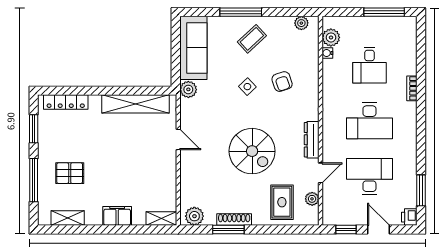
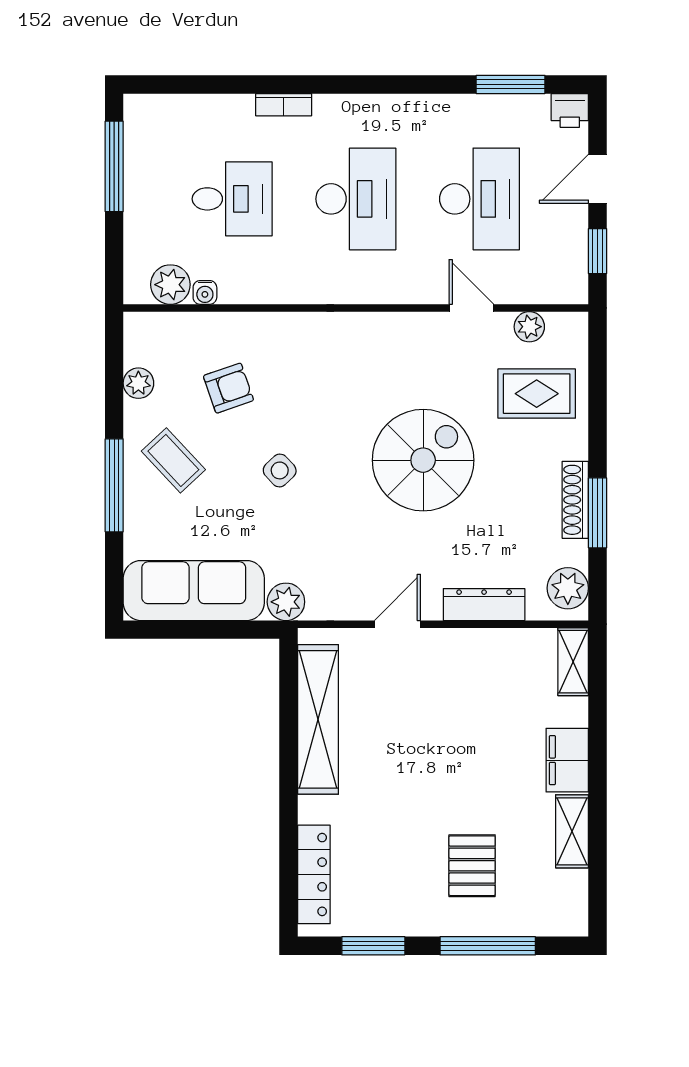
plant: (301, 23) -> (138, 383), moved
armchair: (282, 82) -> (228, 388), moved
dresser: (312, 140) -> (484, 605), moved, turned 180
desk: (369, 176) -> (480, 199), turned 180
shelving: (68, 218) -> (572, 831), moved

